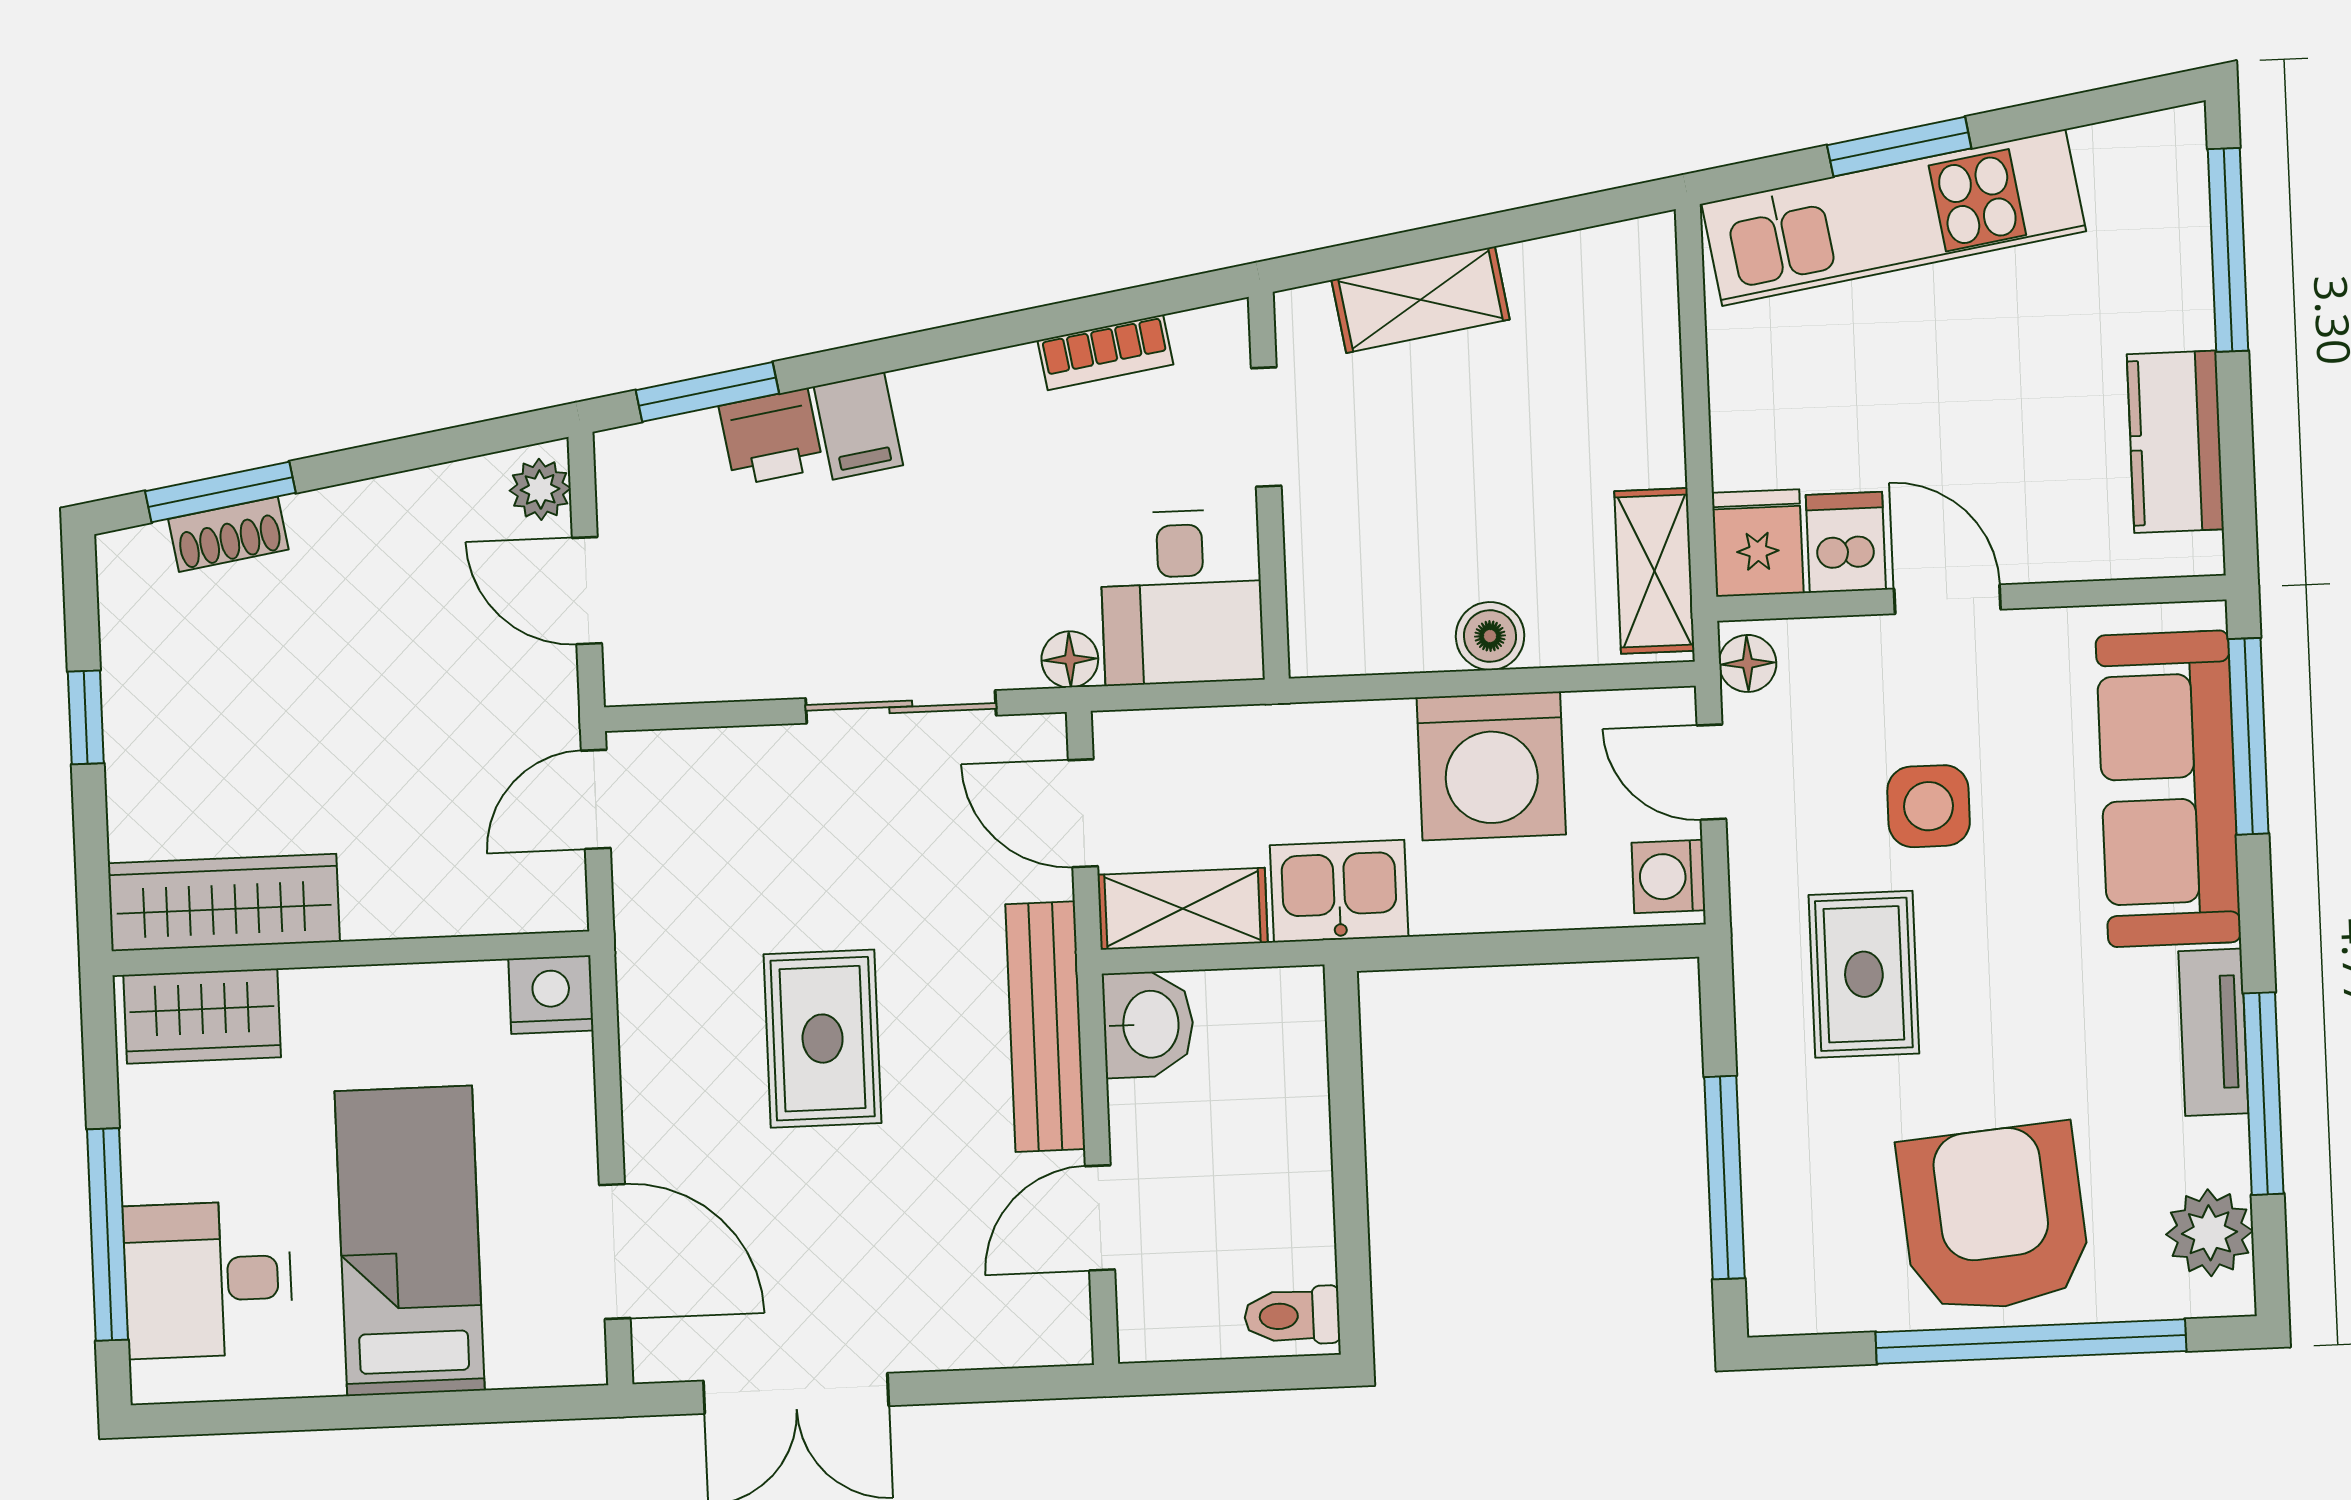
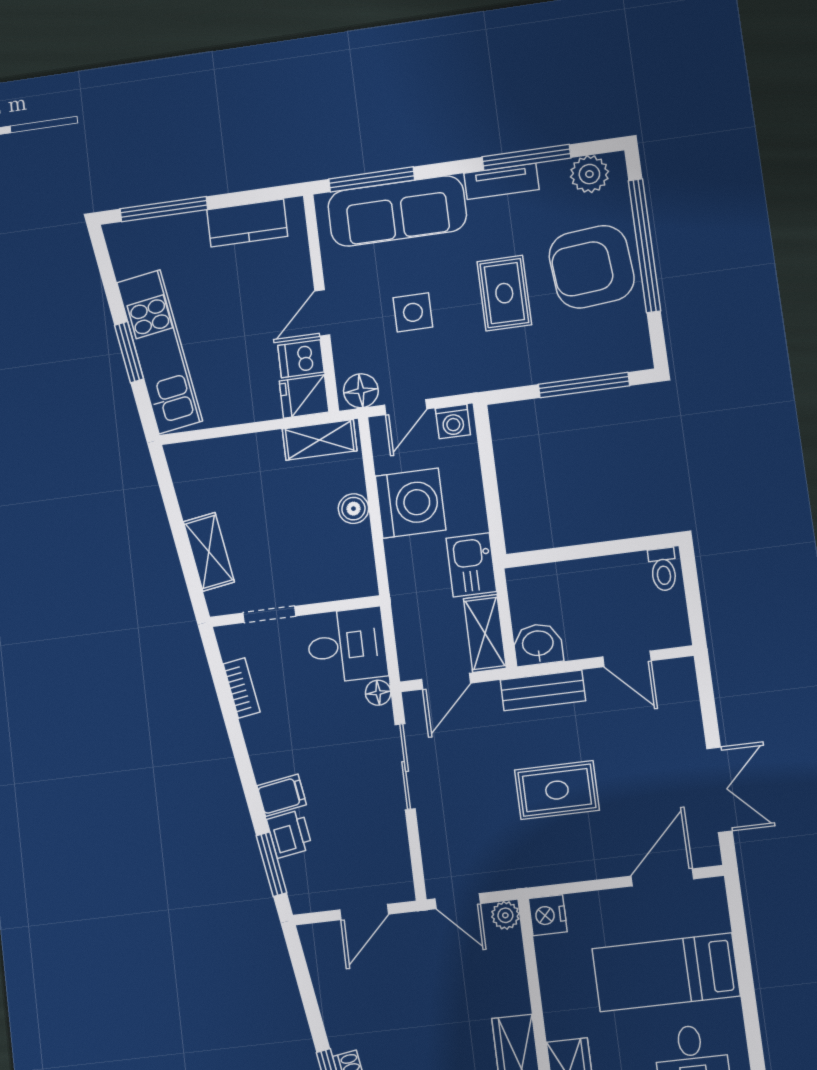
plant: (540, 489) -> (505, 915), moved
floor lamp: (1748, 663) -> (361, 391), width x1.37, depth x1.37
rug: (1864, 974) -> (504, 293), moved, turned 90
bench: (1045, 1027) -> (543, 690), width x0.73

